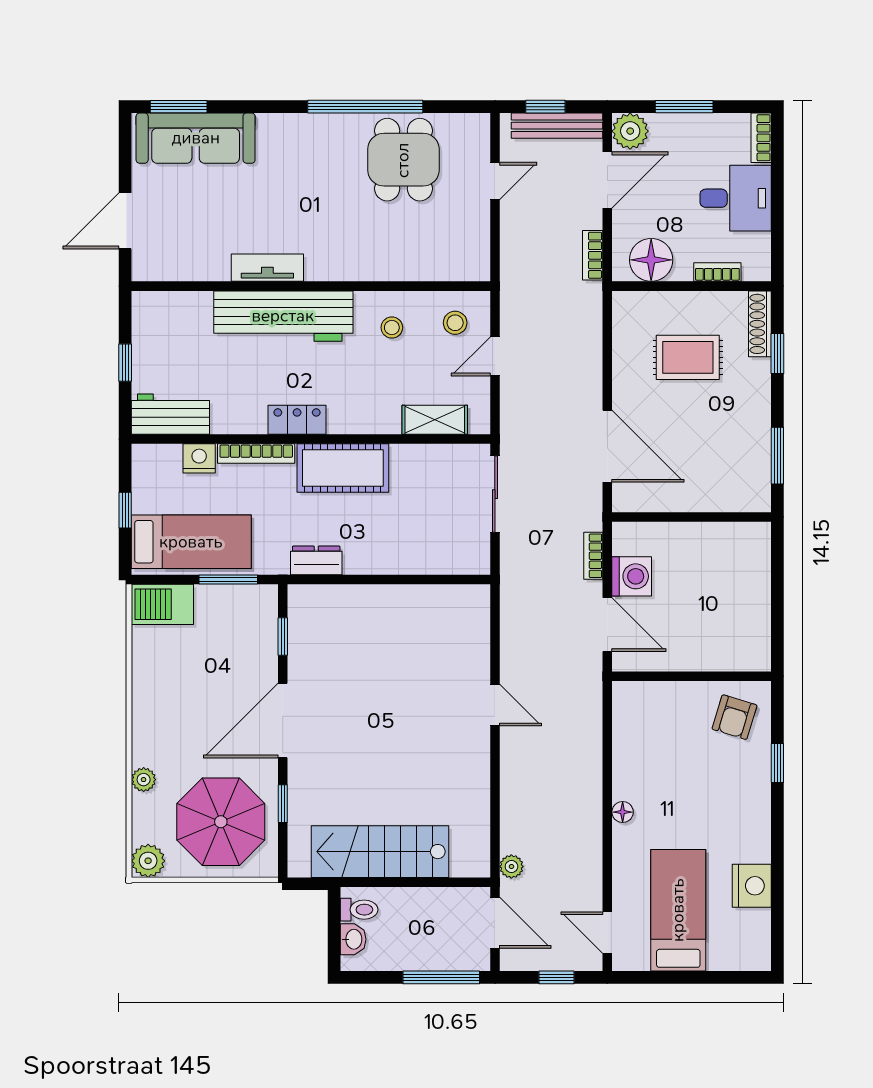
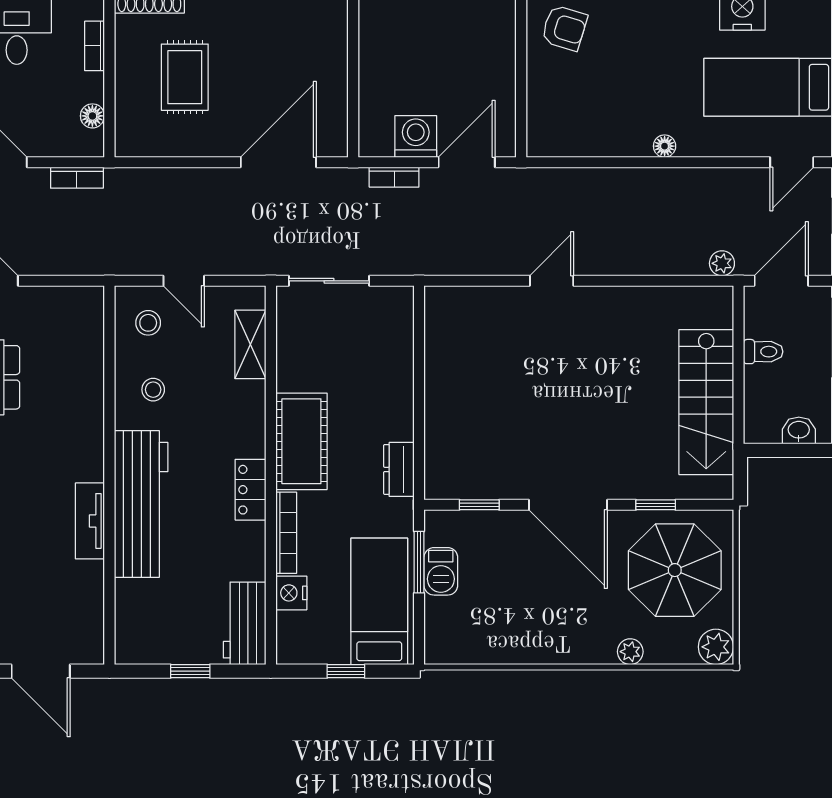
floor lamp: (651, 260) -> (92, 116), width x0.53, depth x0.53
barbecue: (162, 604) -> (441, 571), moved, width x0.73, depth x0.79
toilet: (359, 910) -> (763, 352), moved, turned 90

